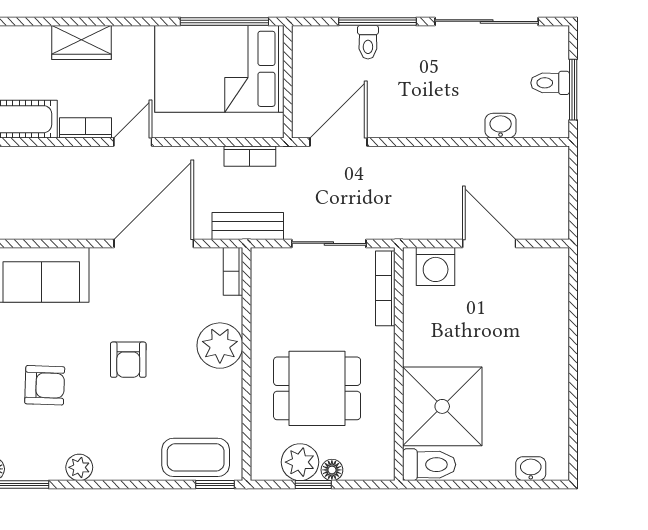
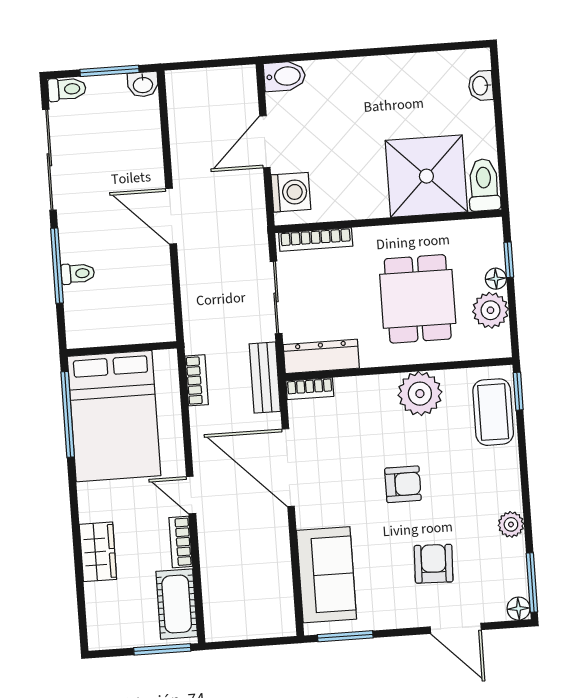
toilet: (550, 83) -> (67, 89), moved, turned -90
washbasin: (501, 126) -> (143, 84), moved, turned -90
door: (338, 142) -> (171, 216), moved
bidet: (555, 268) -> (285, 76), added
dresser: (265, 285) -> (321, 356), added
plant: (220, 346) -> (420, 394), moved
window: (313, 485) -> (509, 260), moved

